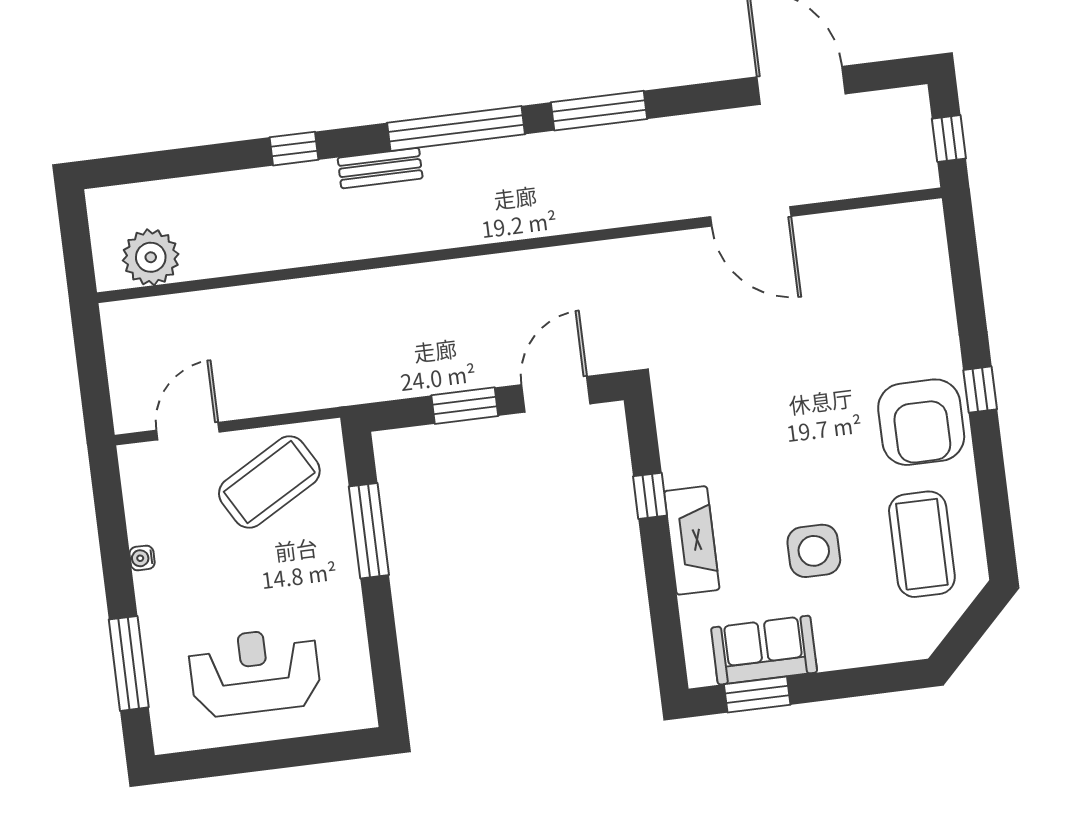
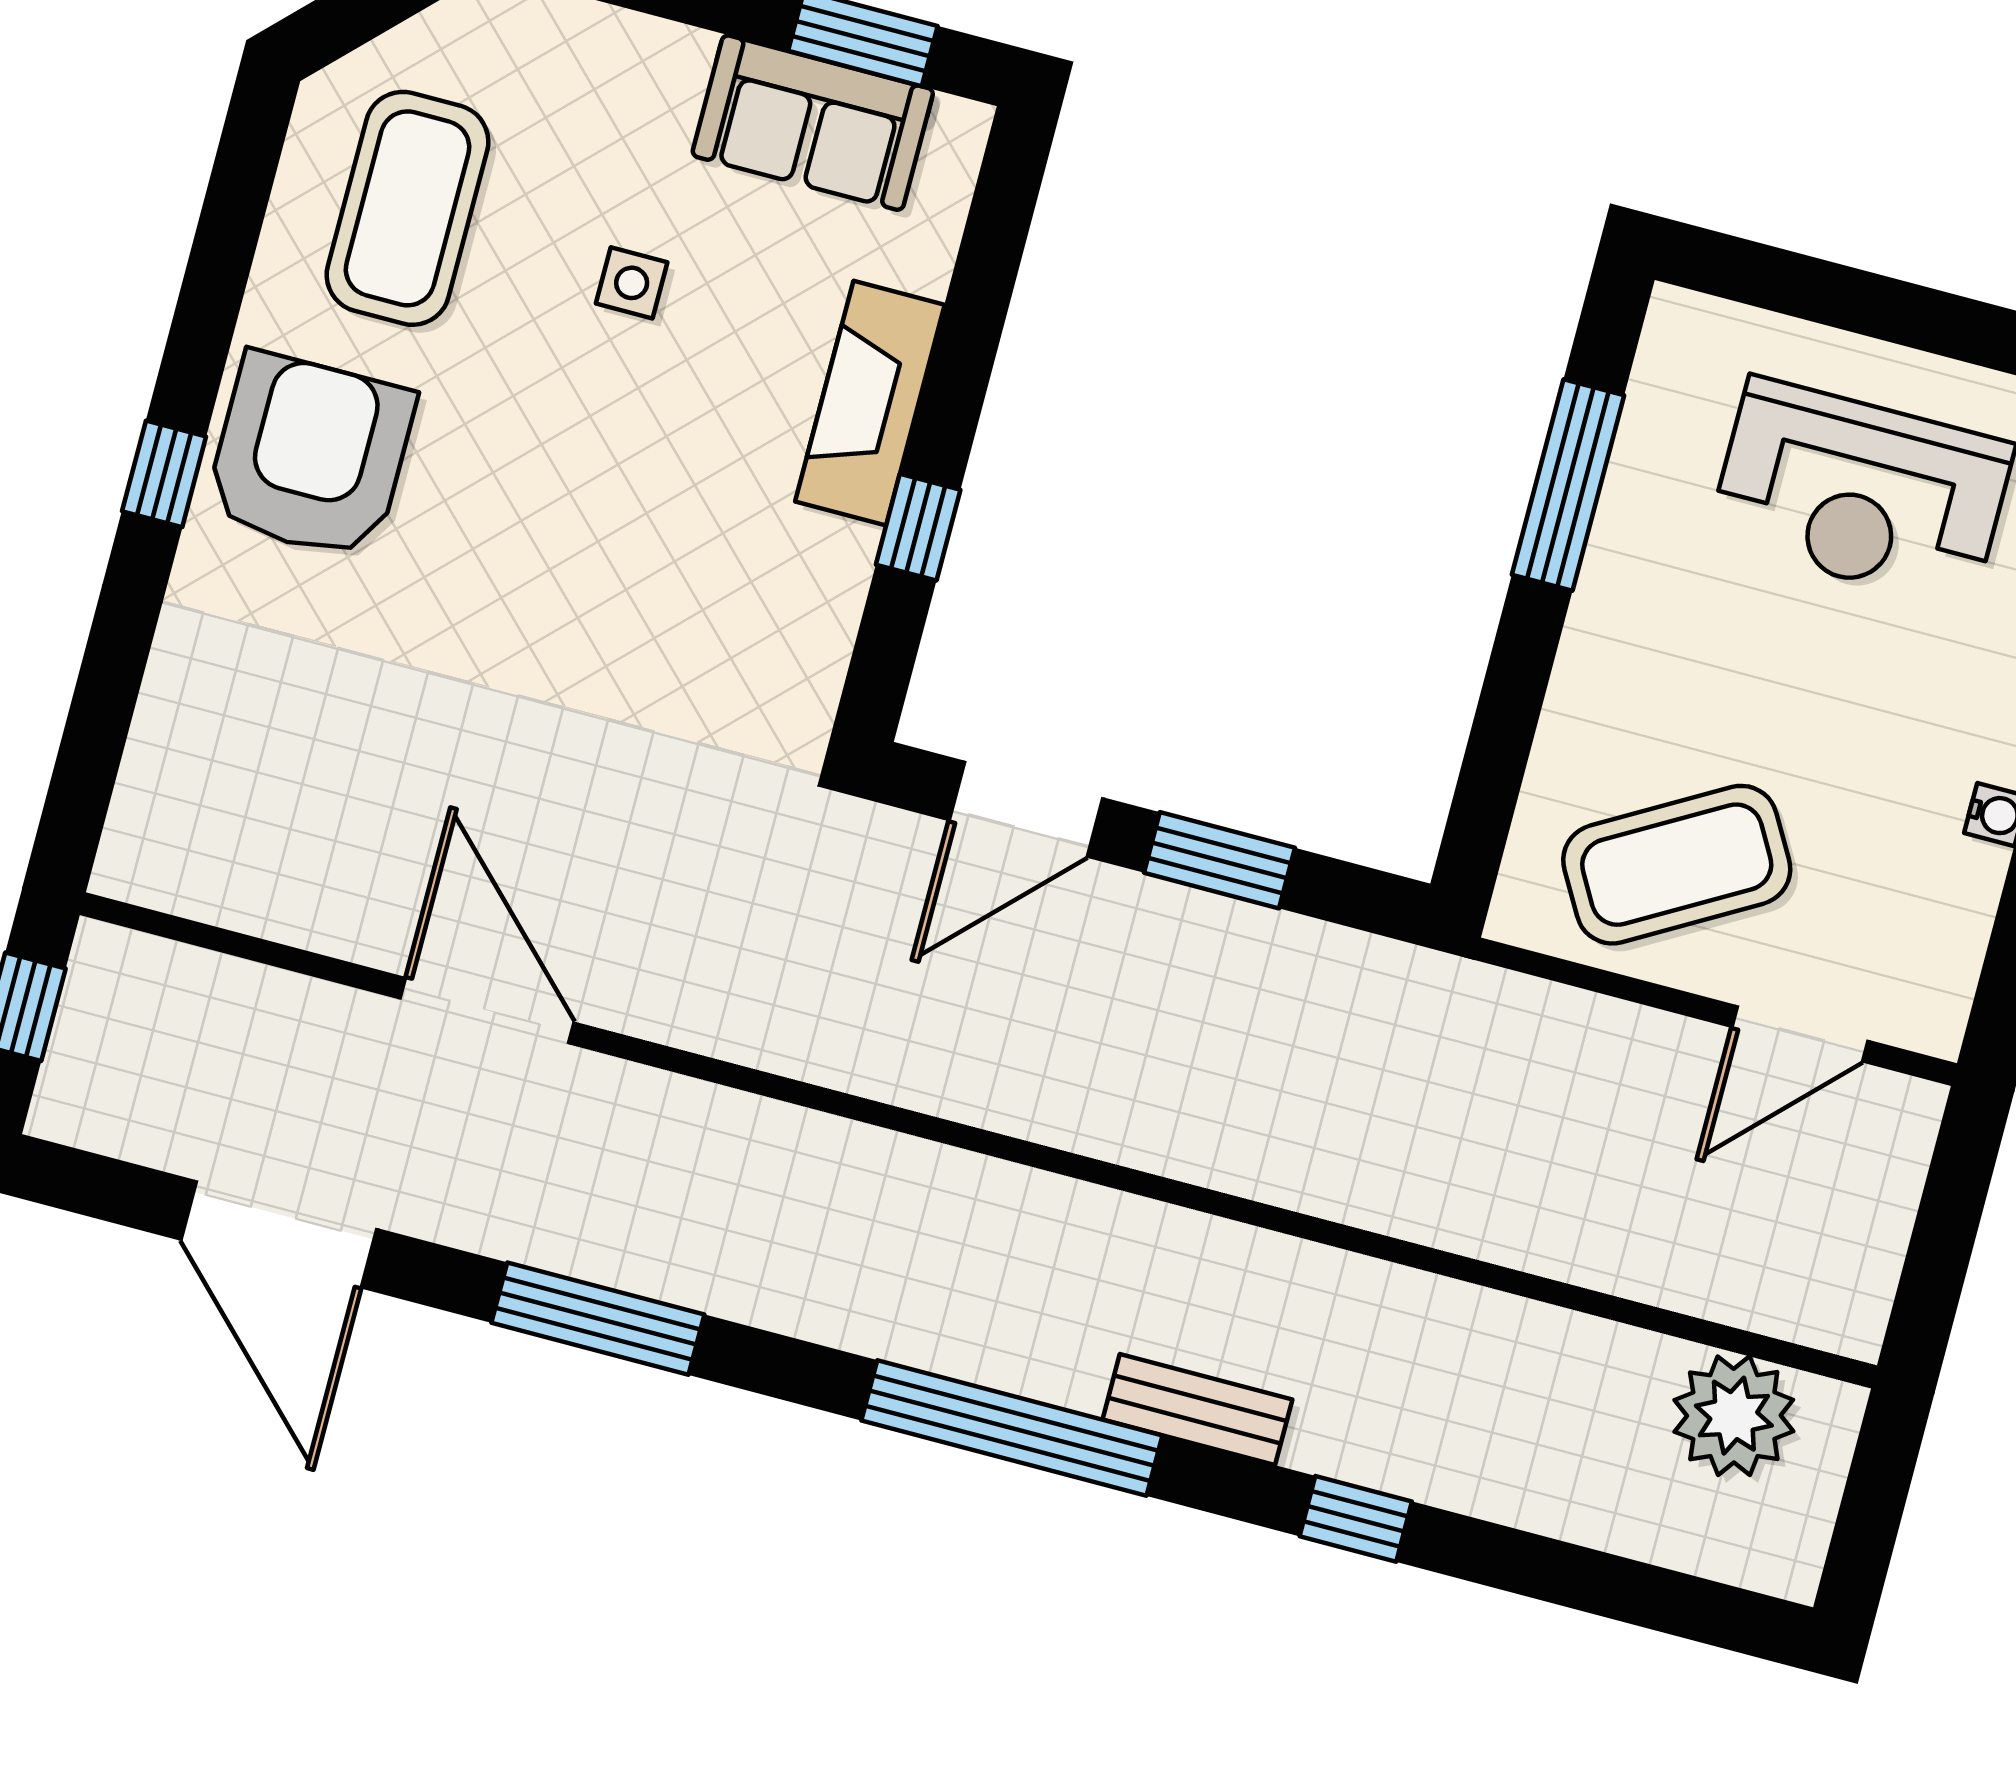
window: (599, 111) -> (598, 1319), moved
window: (369, 531) -> (1568, 485), moved
side table: (814, 551) -> (632, 283), width x0.54, depth x0.54

